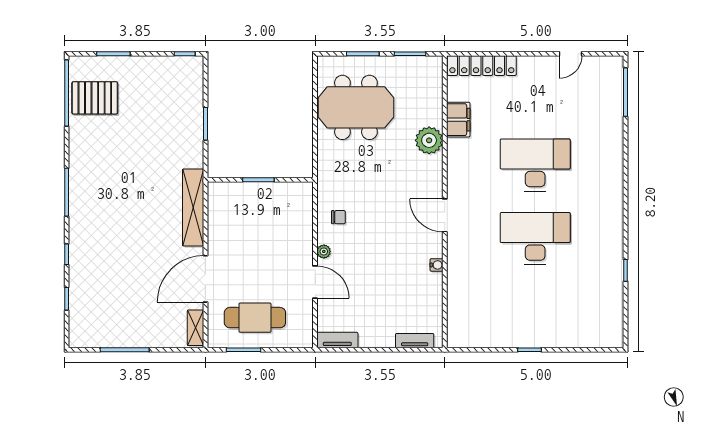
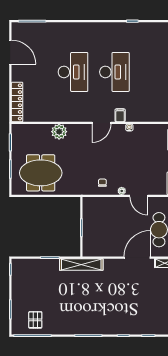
door: (570, 54) -> (10, 52), width x1.88
pallet: (95, 98) -> (35, 320), width x0.67, depth x0.71
meeting table: (356, 107) -> (41, 173), turned 90
filing cabinet: (458, 120) -> (120, 115), moved, width x0.50
desk: (535, 165) -> (73, 72), turned 180
shelving: (193, 207) -> (81, 265), moved
desk: (535, 238) -> (114, 72), turned 180
door: (205, 279) -> (137, 258), swing flipped
door: (315, 282) -> (139, 196), swing flipped

